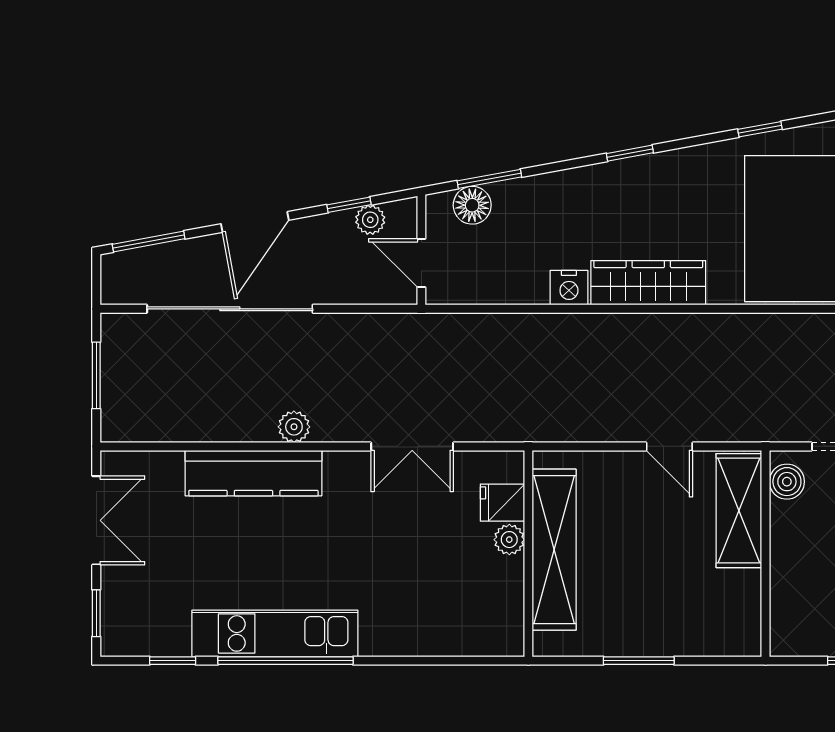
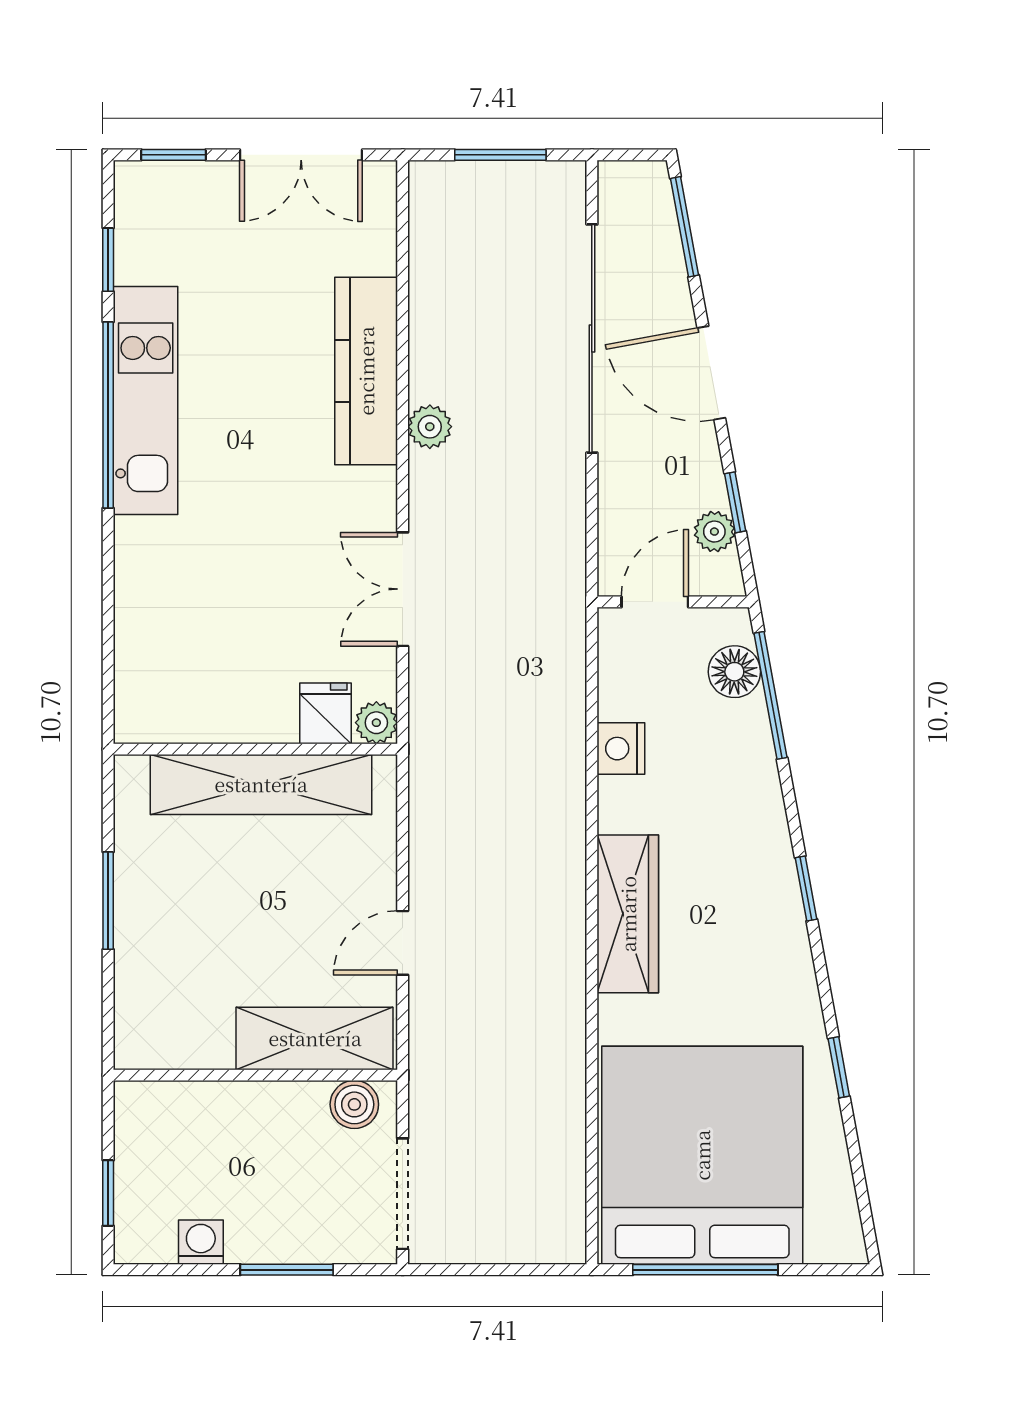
window: (489, 179) -> (771, 695), width x1.44
nightstand: (569, 288) -> (621, 749), moved
plant: (509, 540) -> (376, 723), moved

